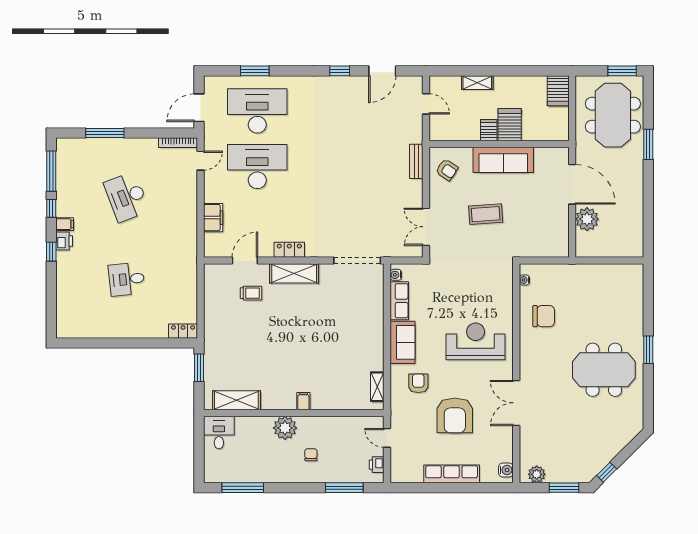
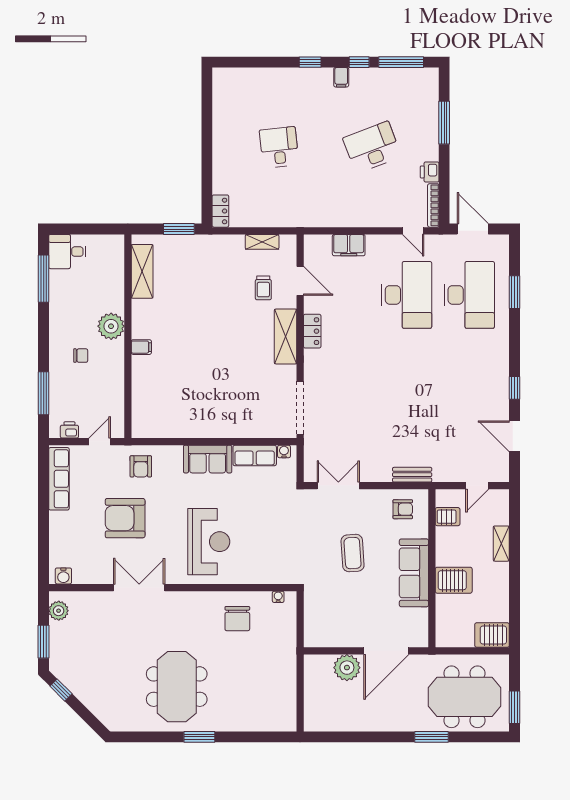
server rack: (489, 130) -> (448, 517), moved
armchair: (447, 170) -> (403, 509), turned -124
printer: (64, 241) -> (430, 172), moved, turned 90
armchair: (418, 383) -> (141, 466), moved, turned 90
shelving: (377, 387) -> (262, 242), moved
desk: (219, 433) -> (67, 252), moved, turned 180
row of seats: (452, 474) -> (59, 479), moved

